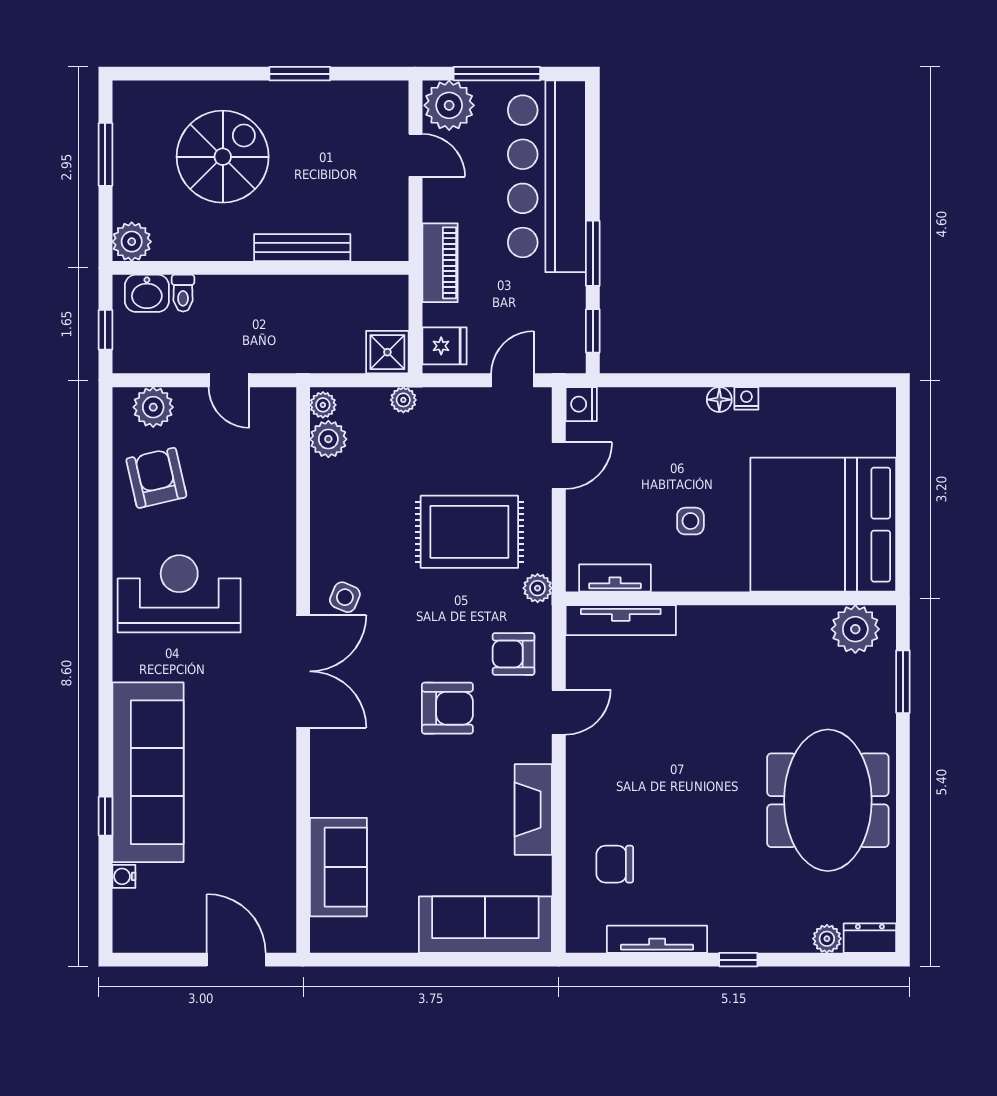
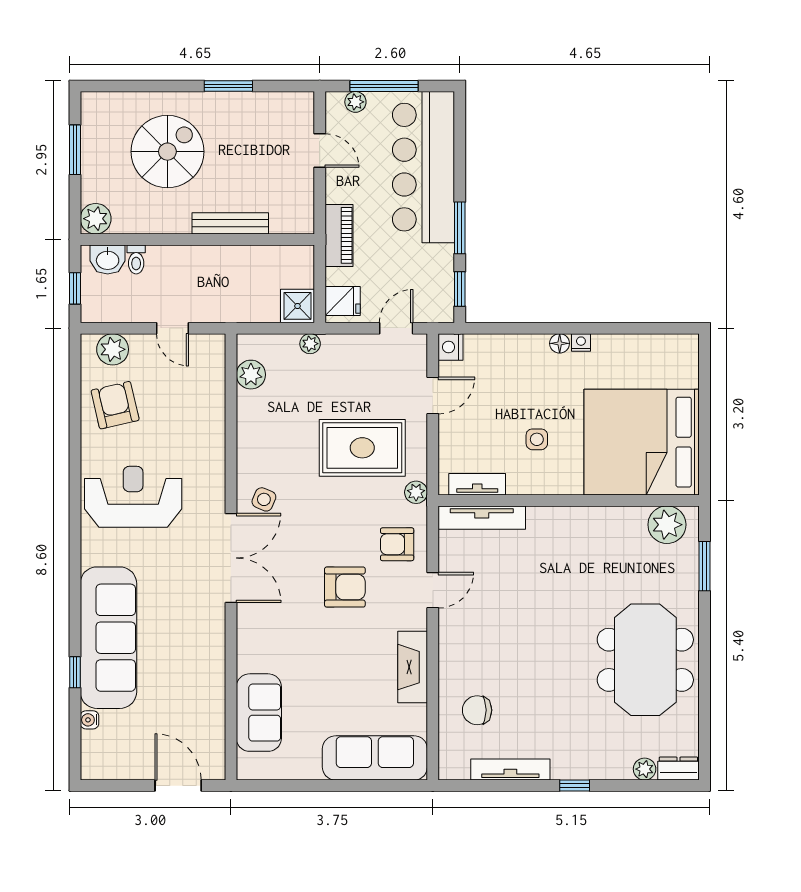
plant: (449, 105) -> (355, 102), width x0.53, depth x0.53
plant: (323, 405) -> (247, 348), removed

